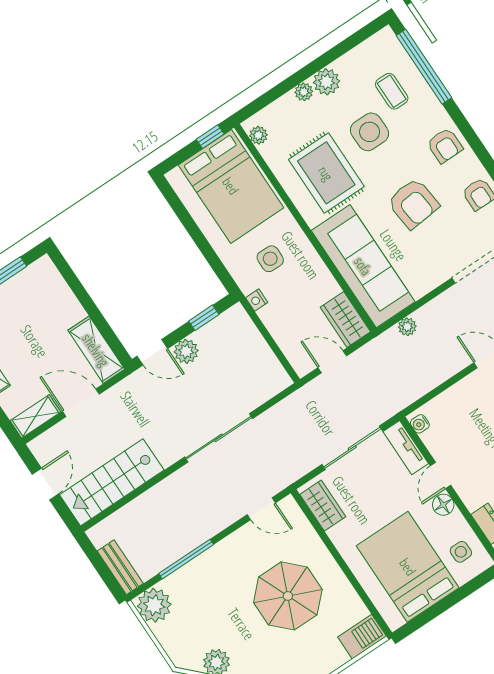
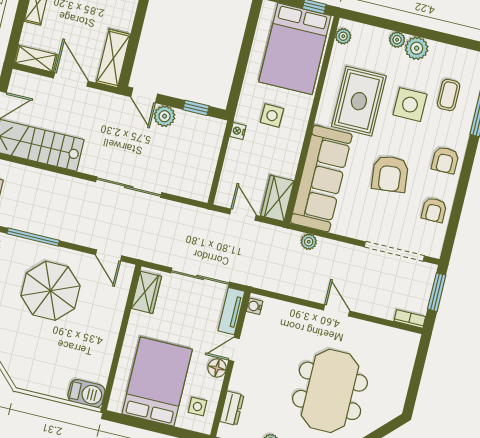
parasol: (288, 596) -> (50, 291), moved

